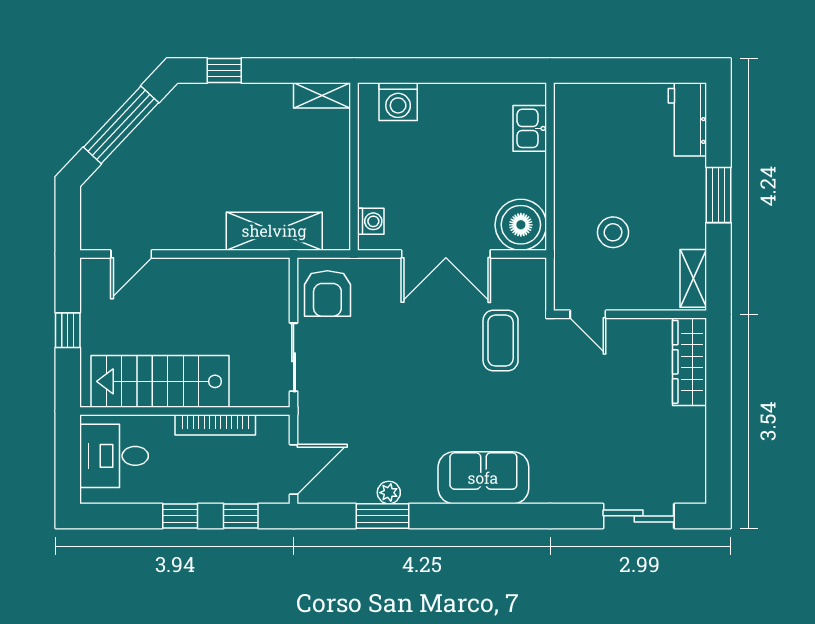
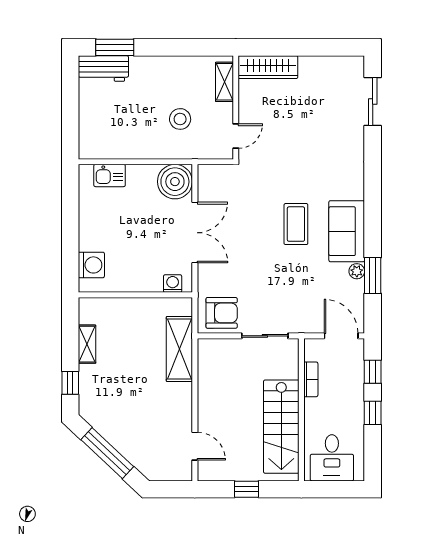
shelving: (322, 95) -> (87, 344), moved
window: (718, 195) -> (115, 47), moved
shelving: (693, 278) -> (224, 82), moved, turned 90
coffee table: (501, 341) -> (296, 224), moved, turned 90
bookcase: (215, 425) -> (311, 379), width x0.64
sofa: (483, 478) -> (347, 231), moved

